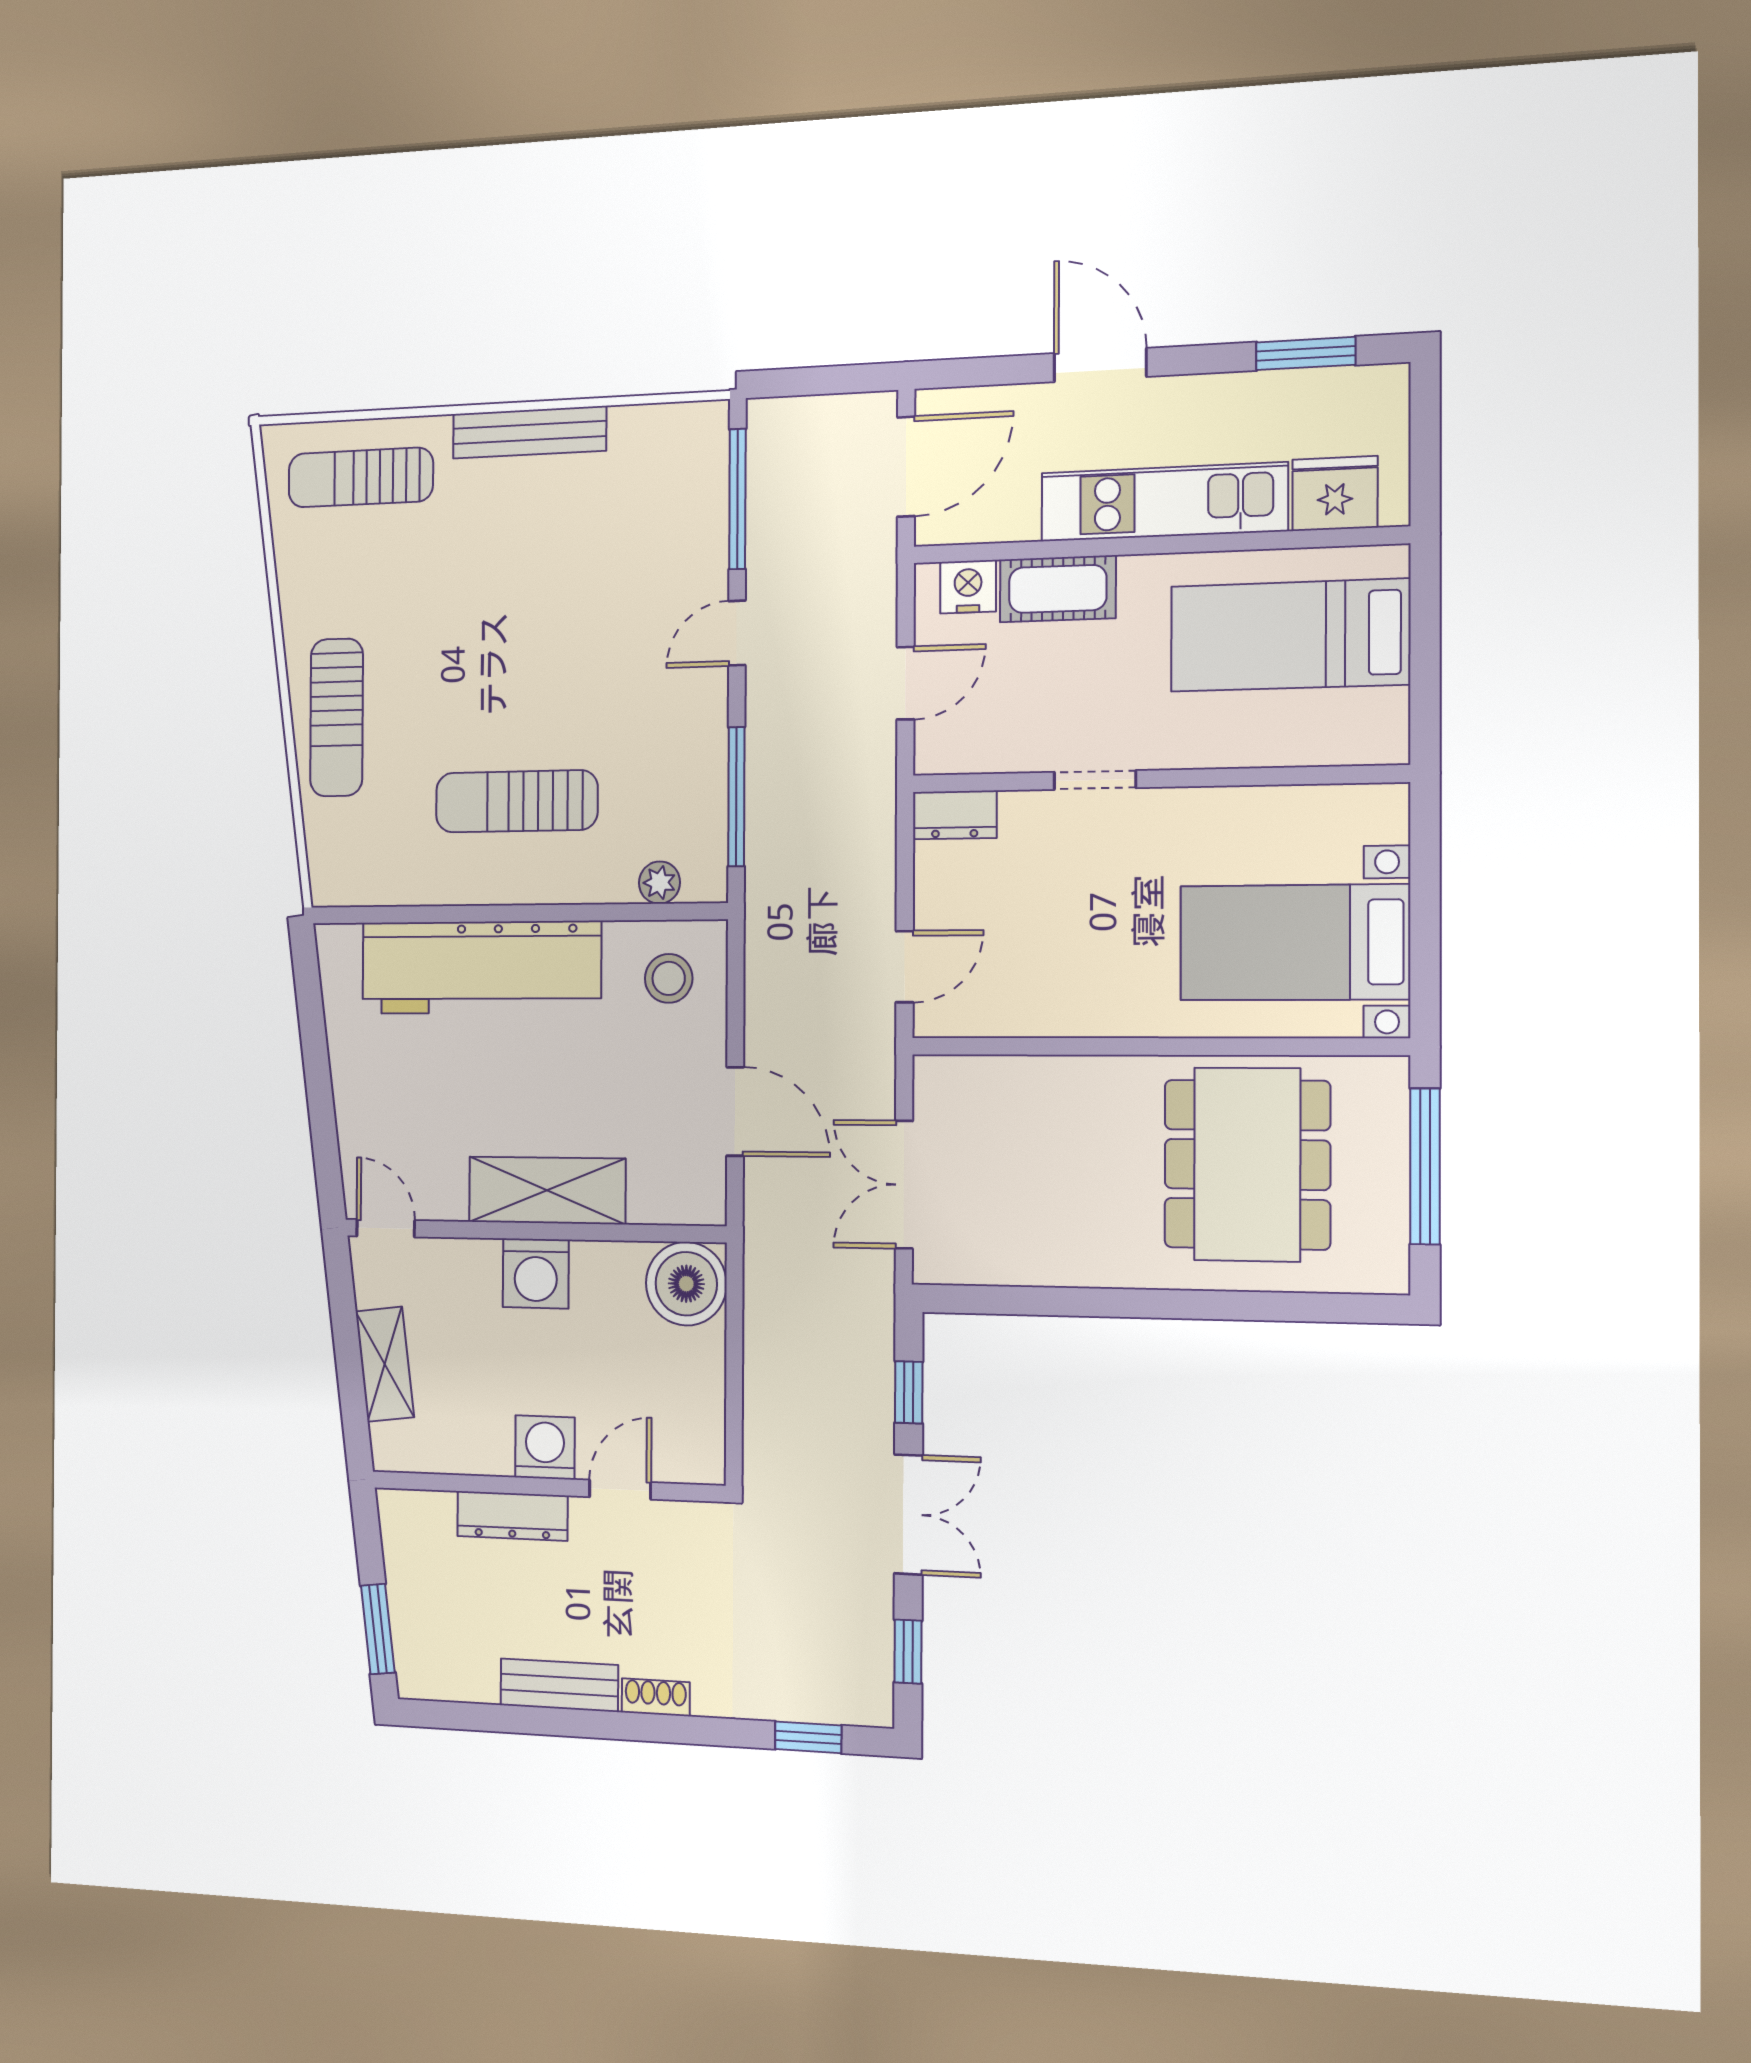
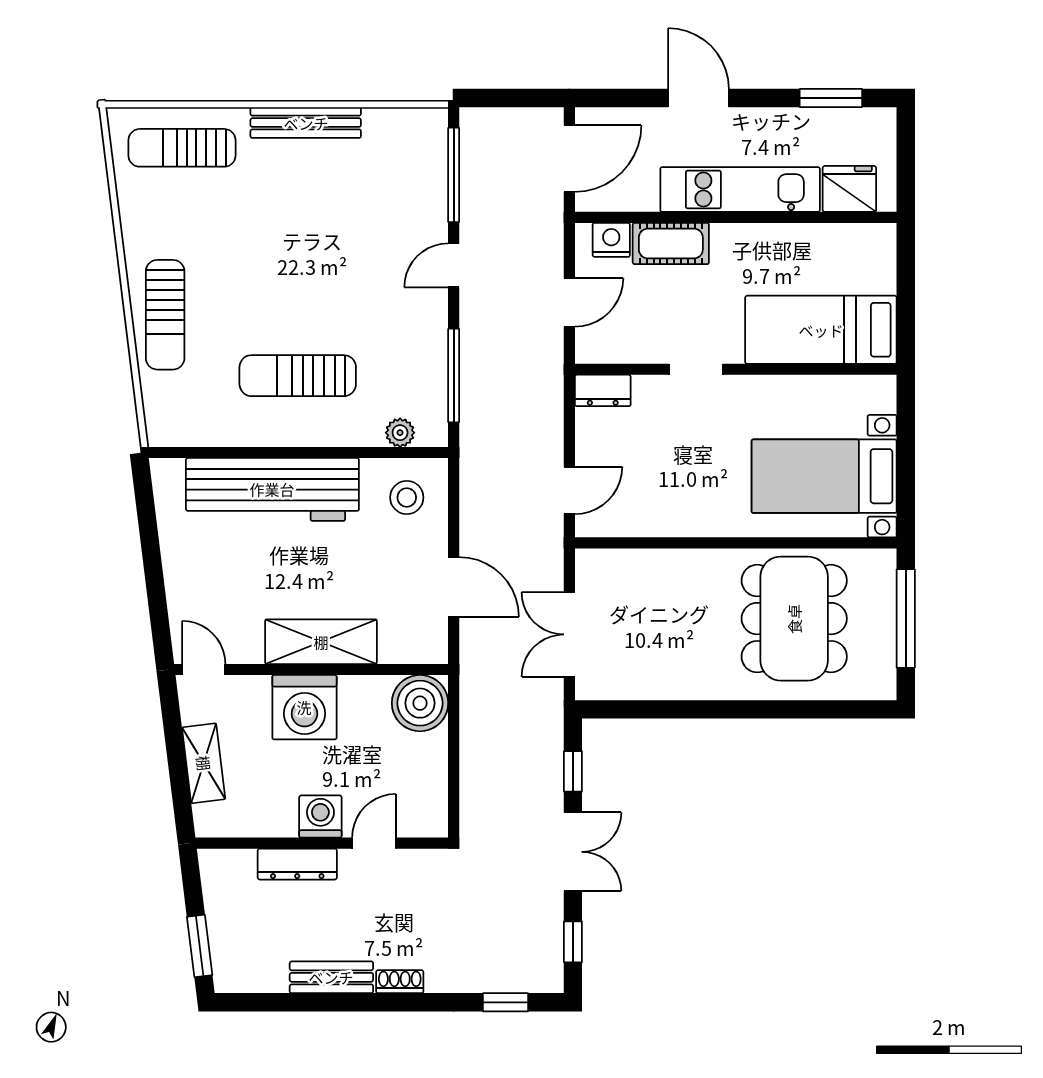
bed: (1290, 635) -> (821, 330), moved
washing machine: (536, 1273) -> (304, 707), width x1.37, depth x1.37

